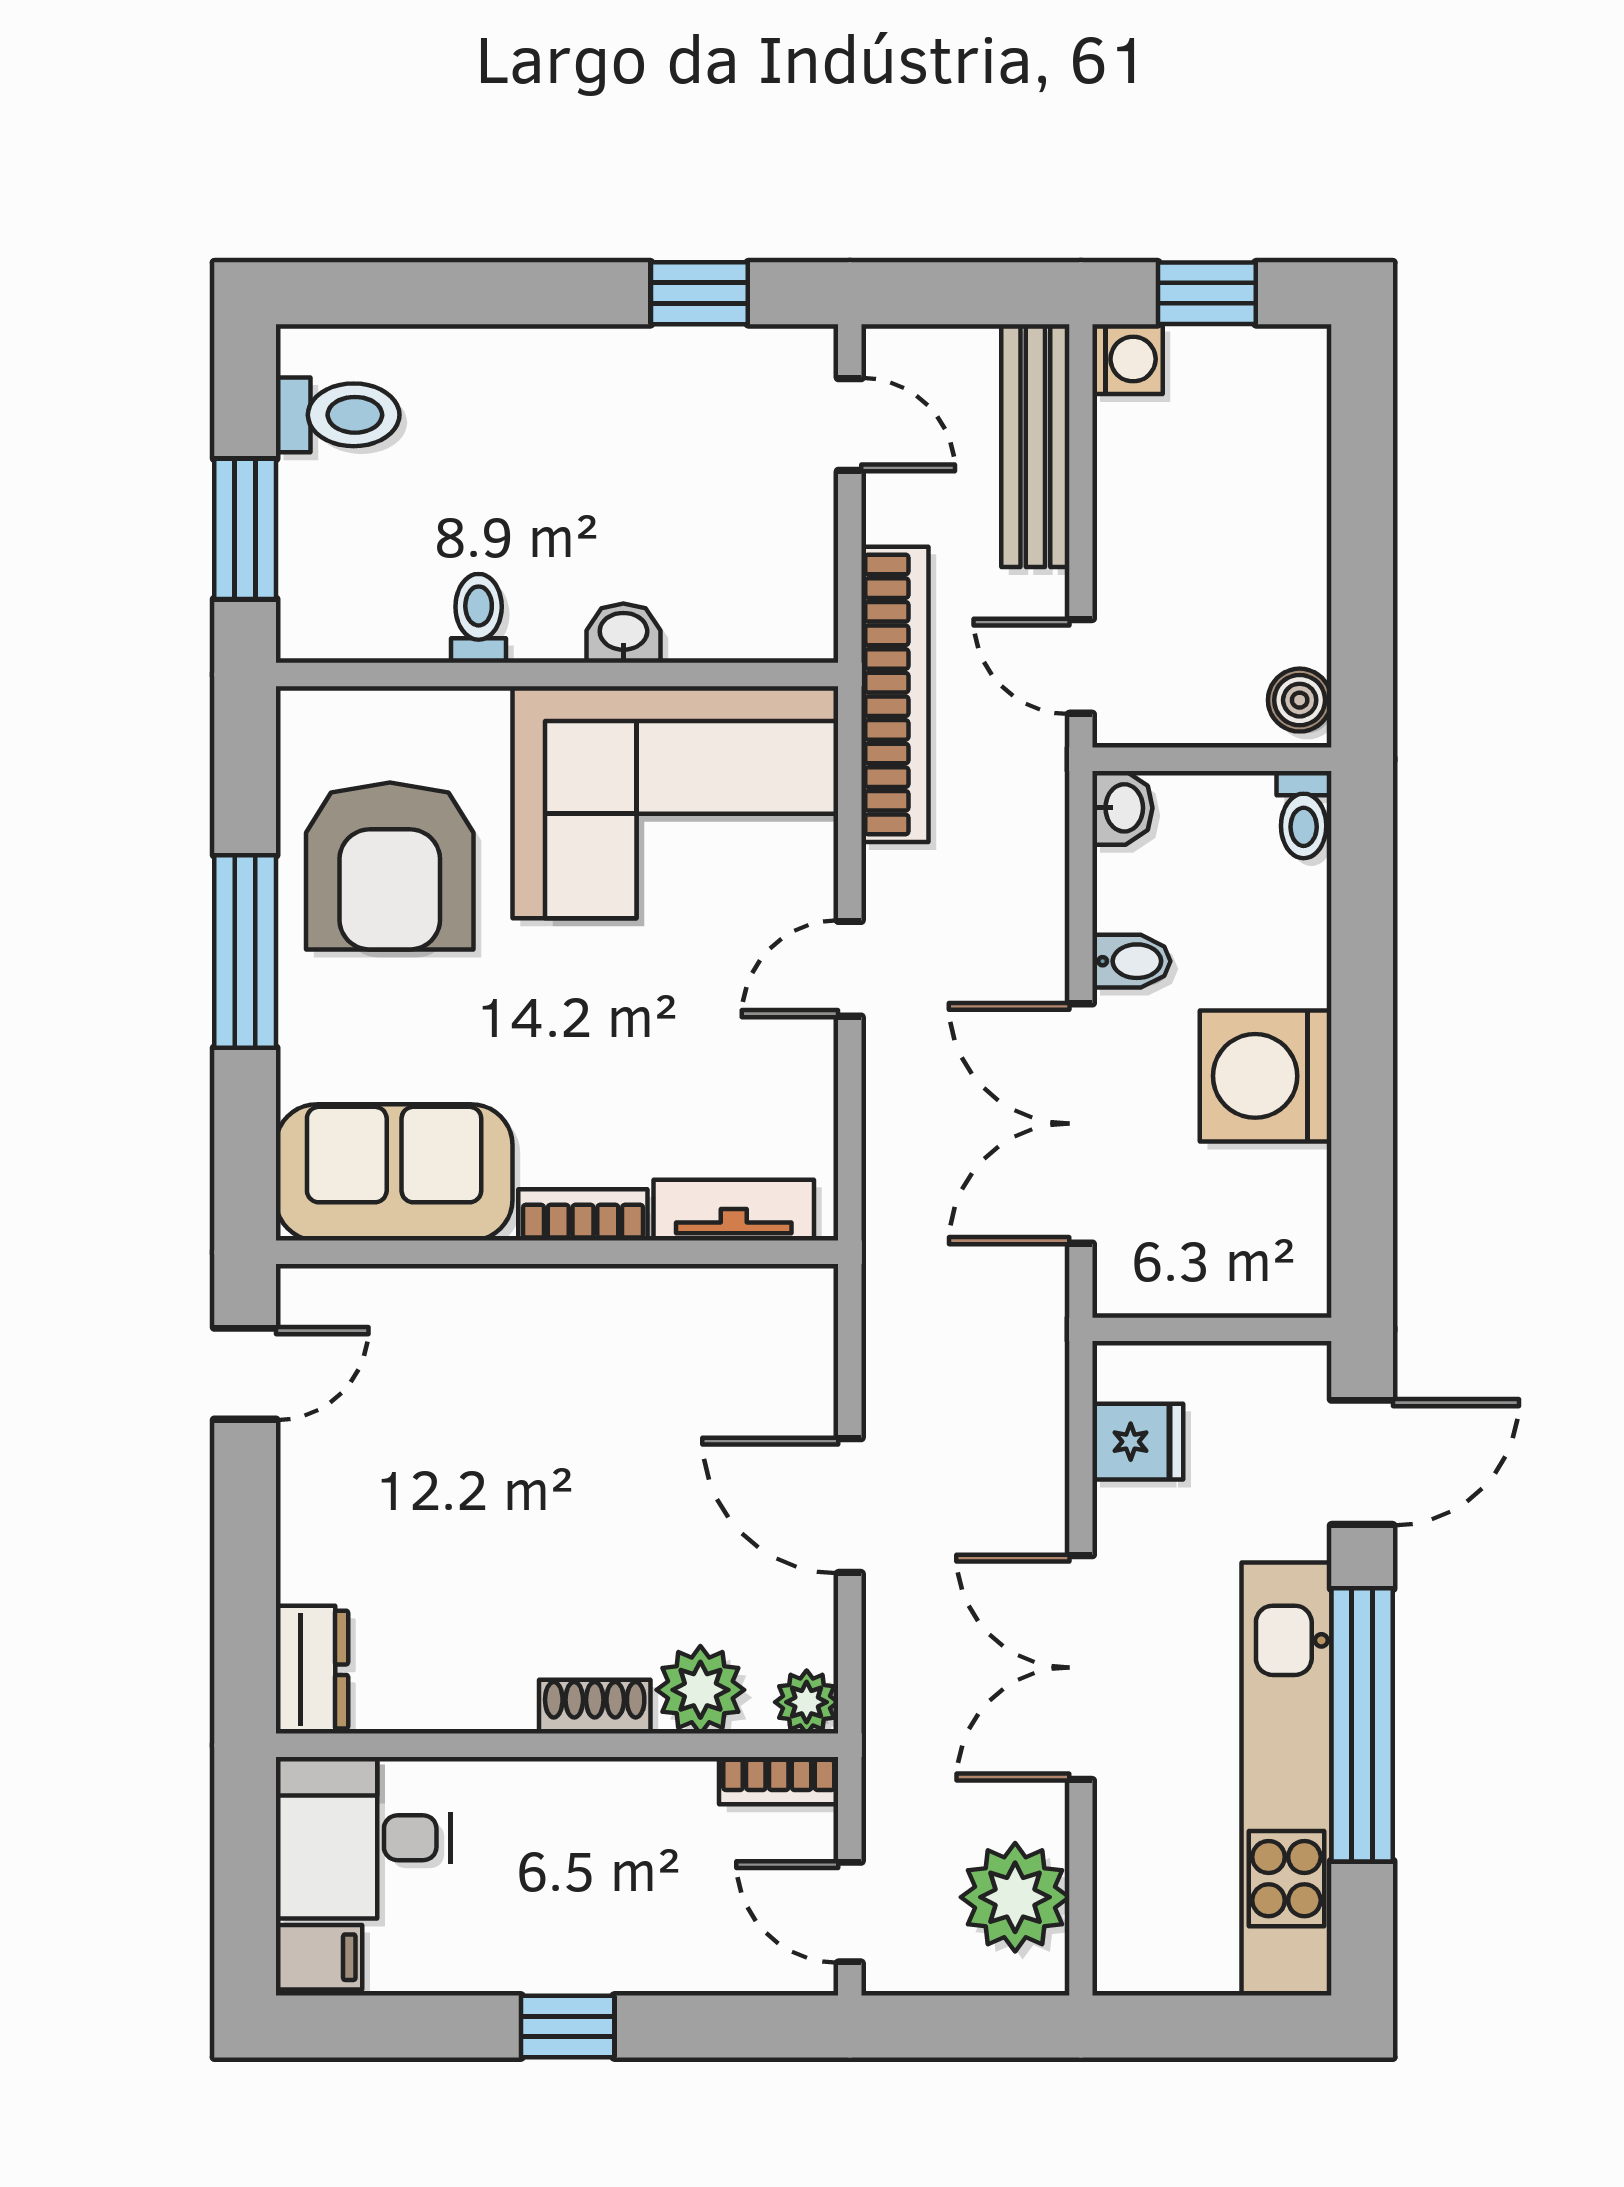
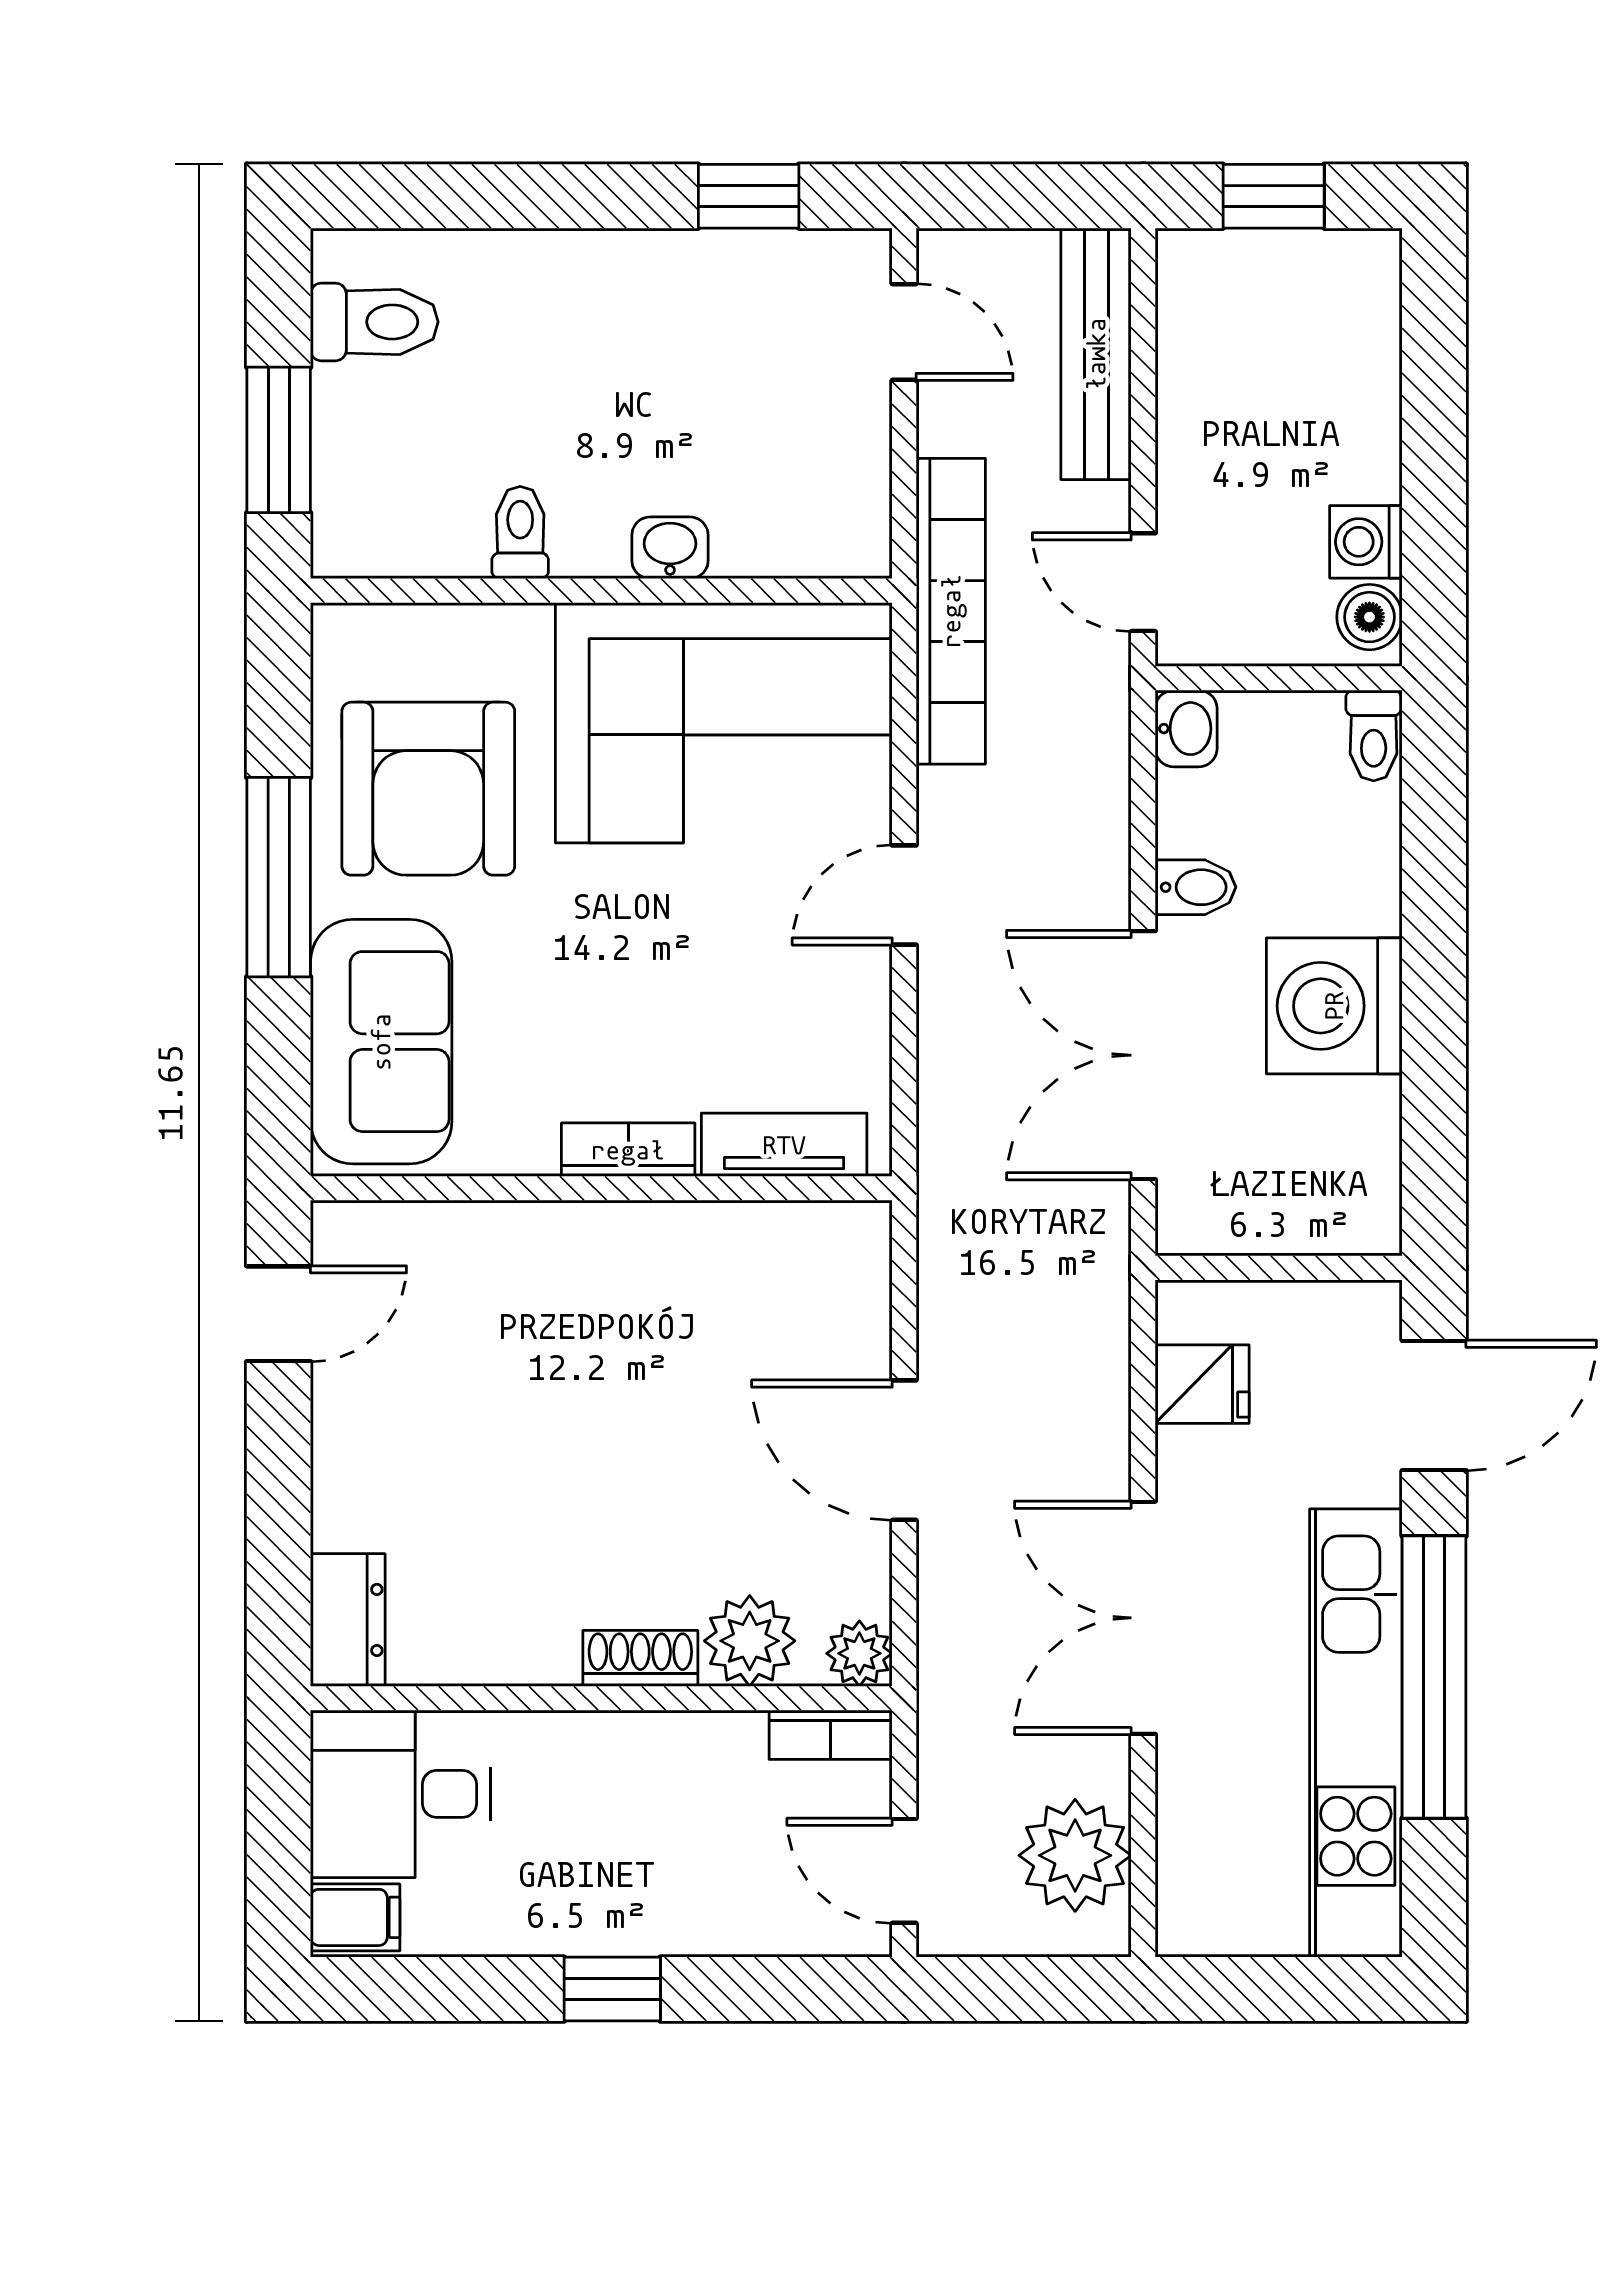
washing machine: (1127, 359) -> (1366, 542), moved, turned 180
sofa: (394, 1172) -> (381, 1042), moved, turned 90

